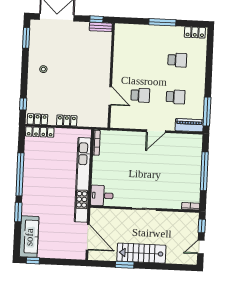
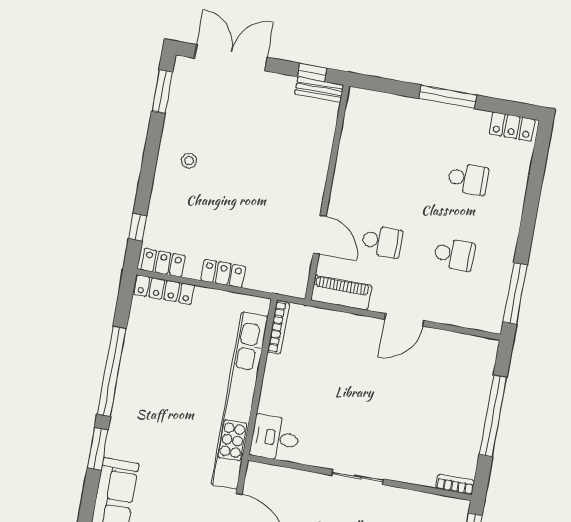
piano: (189, 125) -> (341, 293), moved

